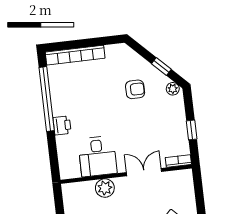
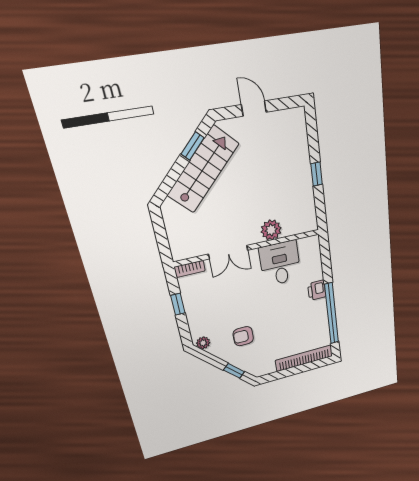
window: (161, 67) -> (234, 371), moved

